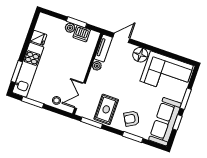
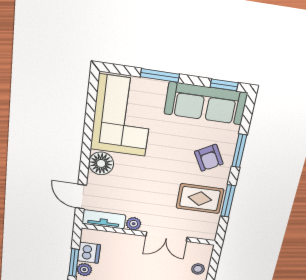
double door: (80, 96) -> (167, 237), moved
window: (177, 122) -> (224, 85), moved
window: (92, 123) -> (228, 201), moved

